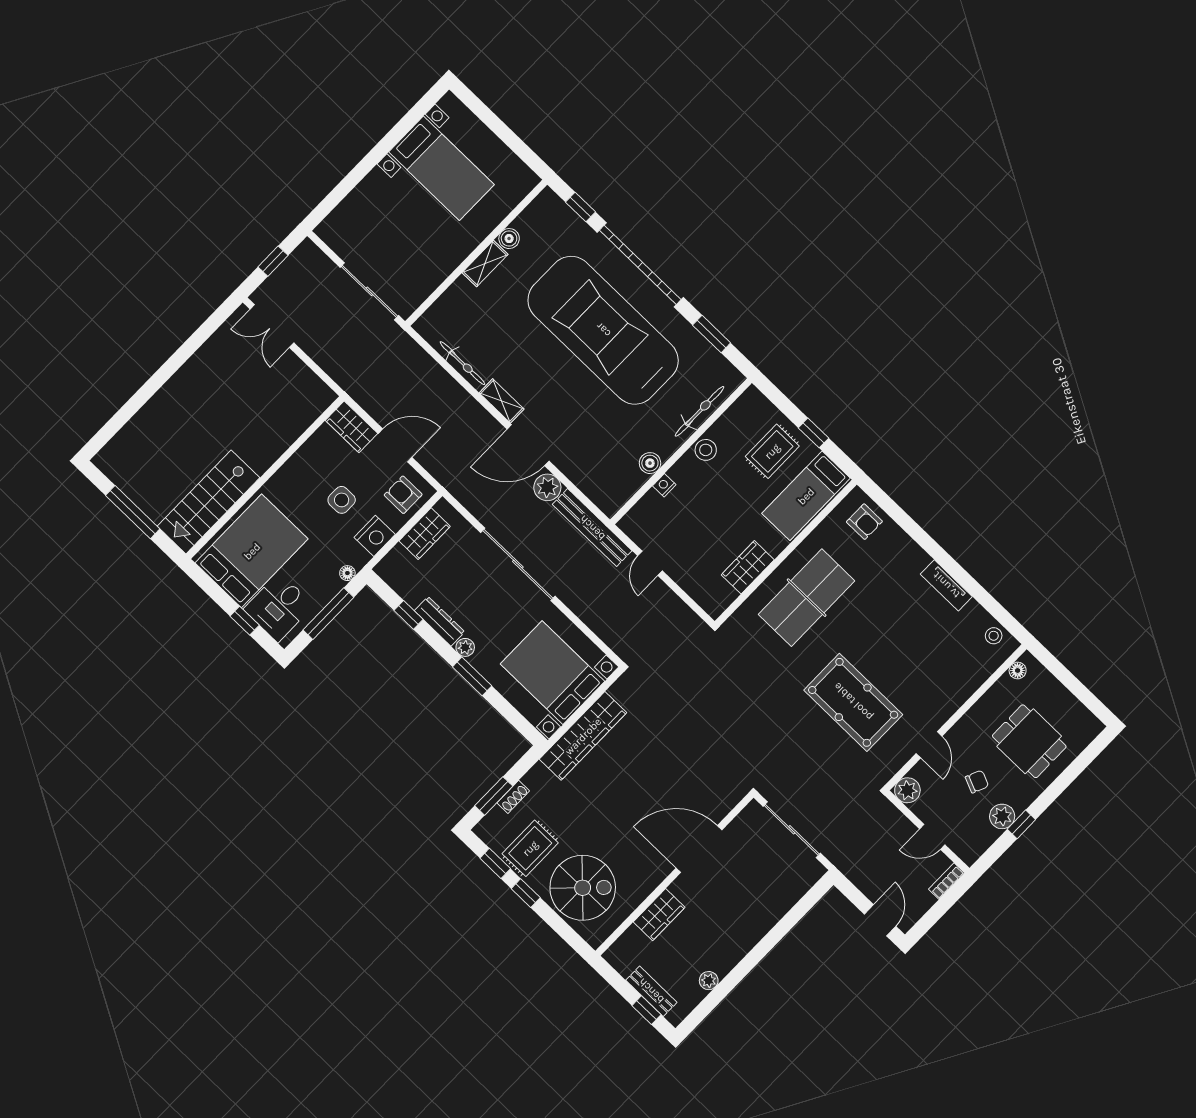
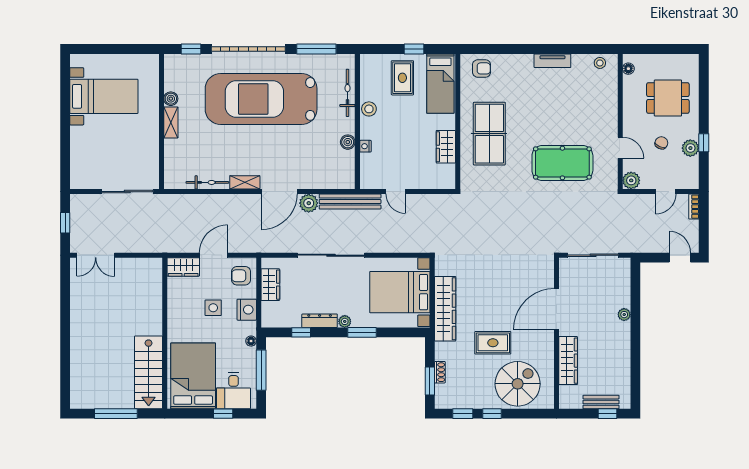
window: (712, 334) -> (316, 49), width x1.44
rug: (530, 848) -> (493, 343), moved, turned 90
wardrobe: (659, 915) -> (568, 361), width x1.50
plant: (709, 981) -> (624, 315), moved

